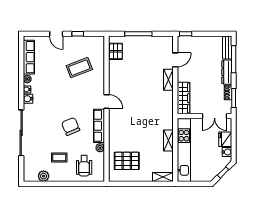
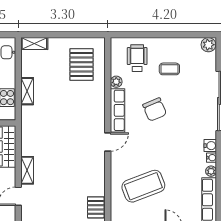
coffee table: (79, 68) -> (143, 186), width x1.36, depth x1.32
door: (107, 101) -> (108, 142), swing flipped
pallet: (127, 161) -> (82, 64), turned 90
plant: (44, 176) -> (208, 45), moved

